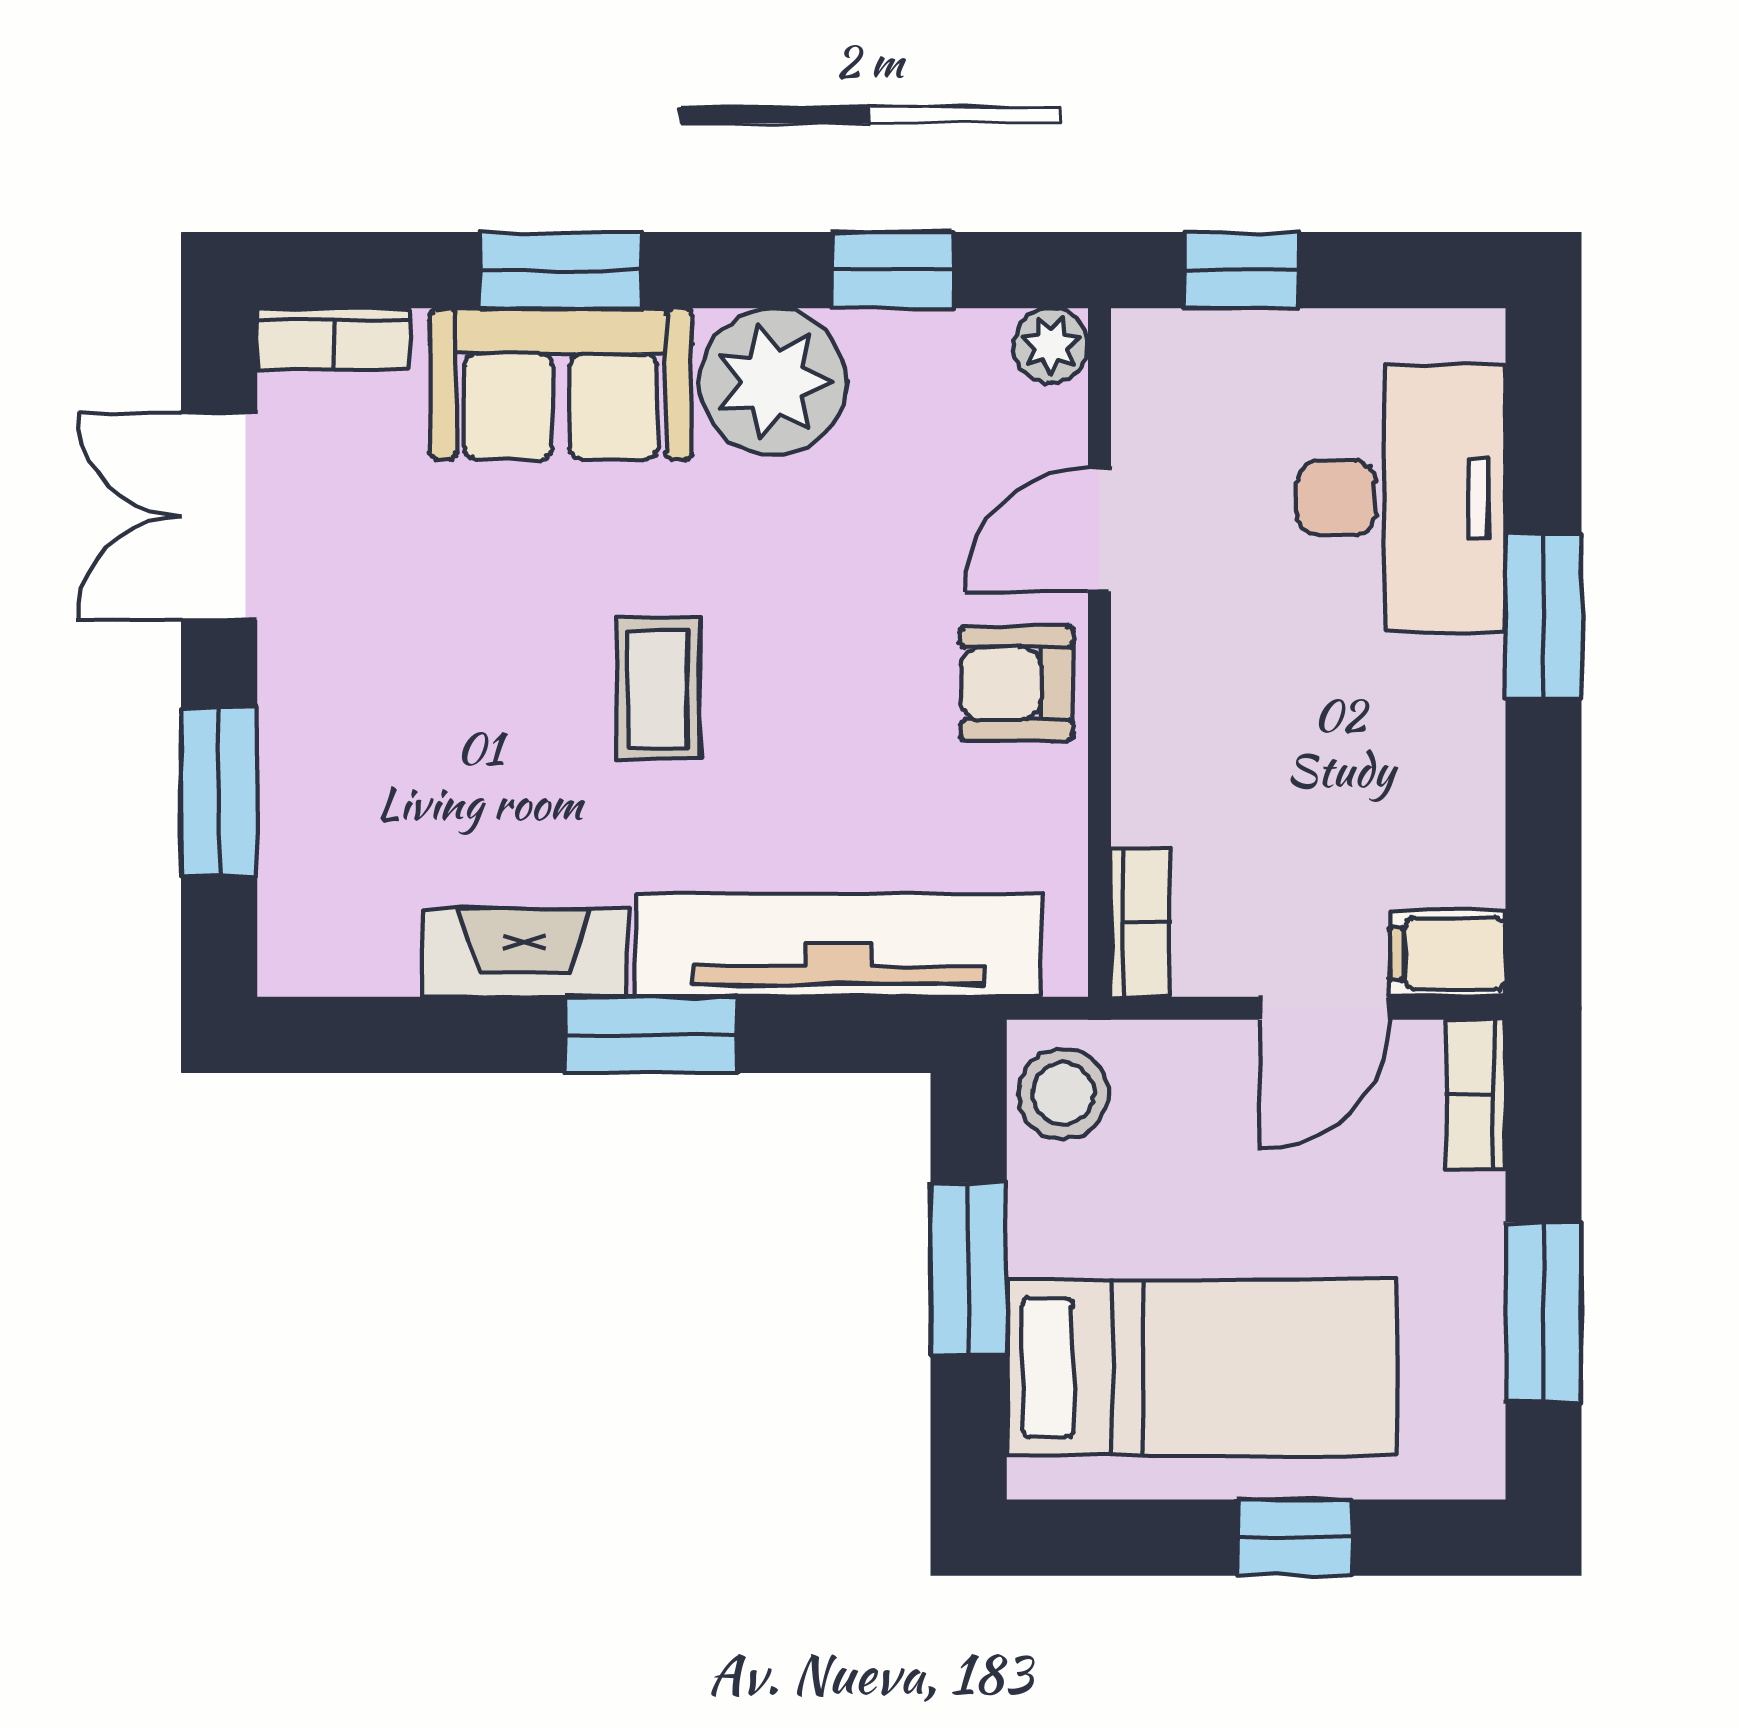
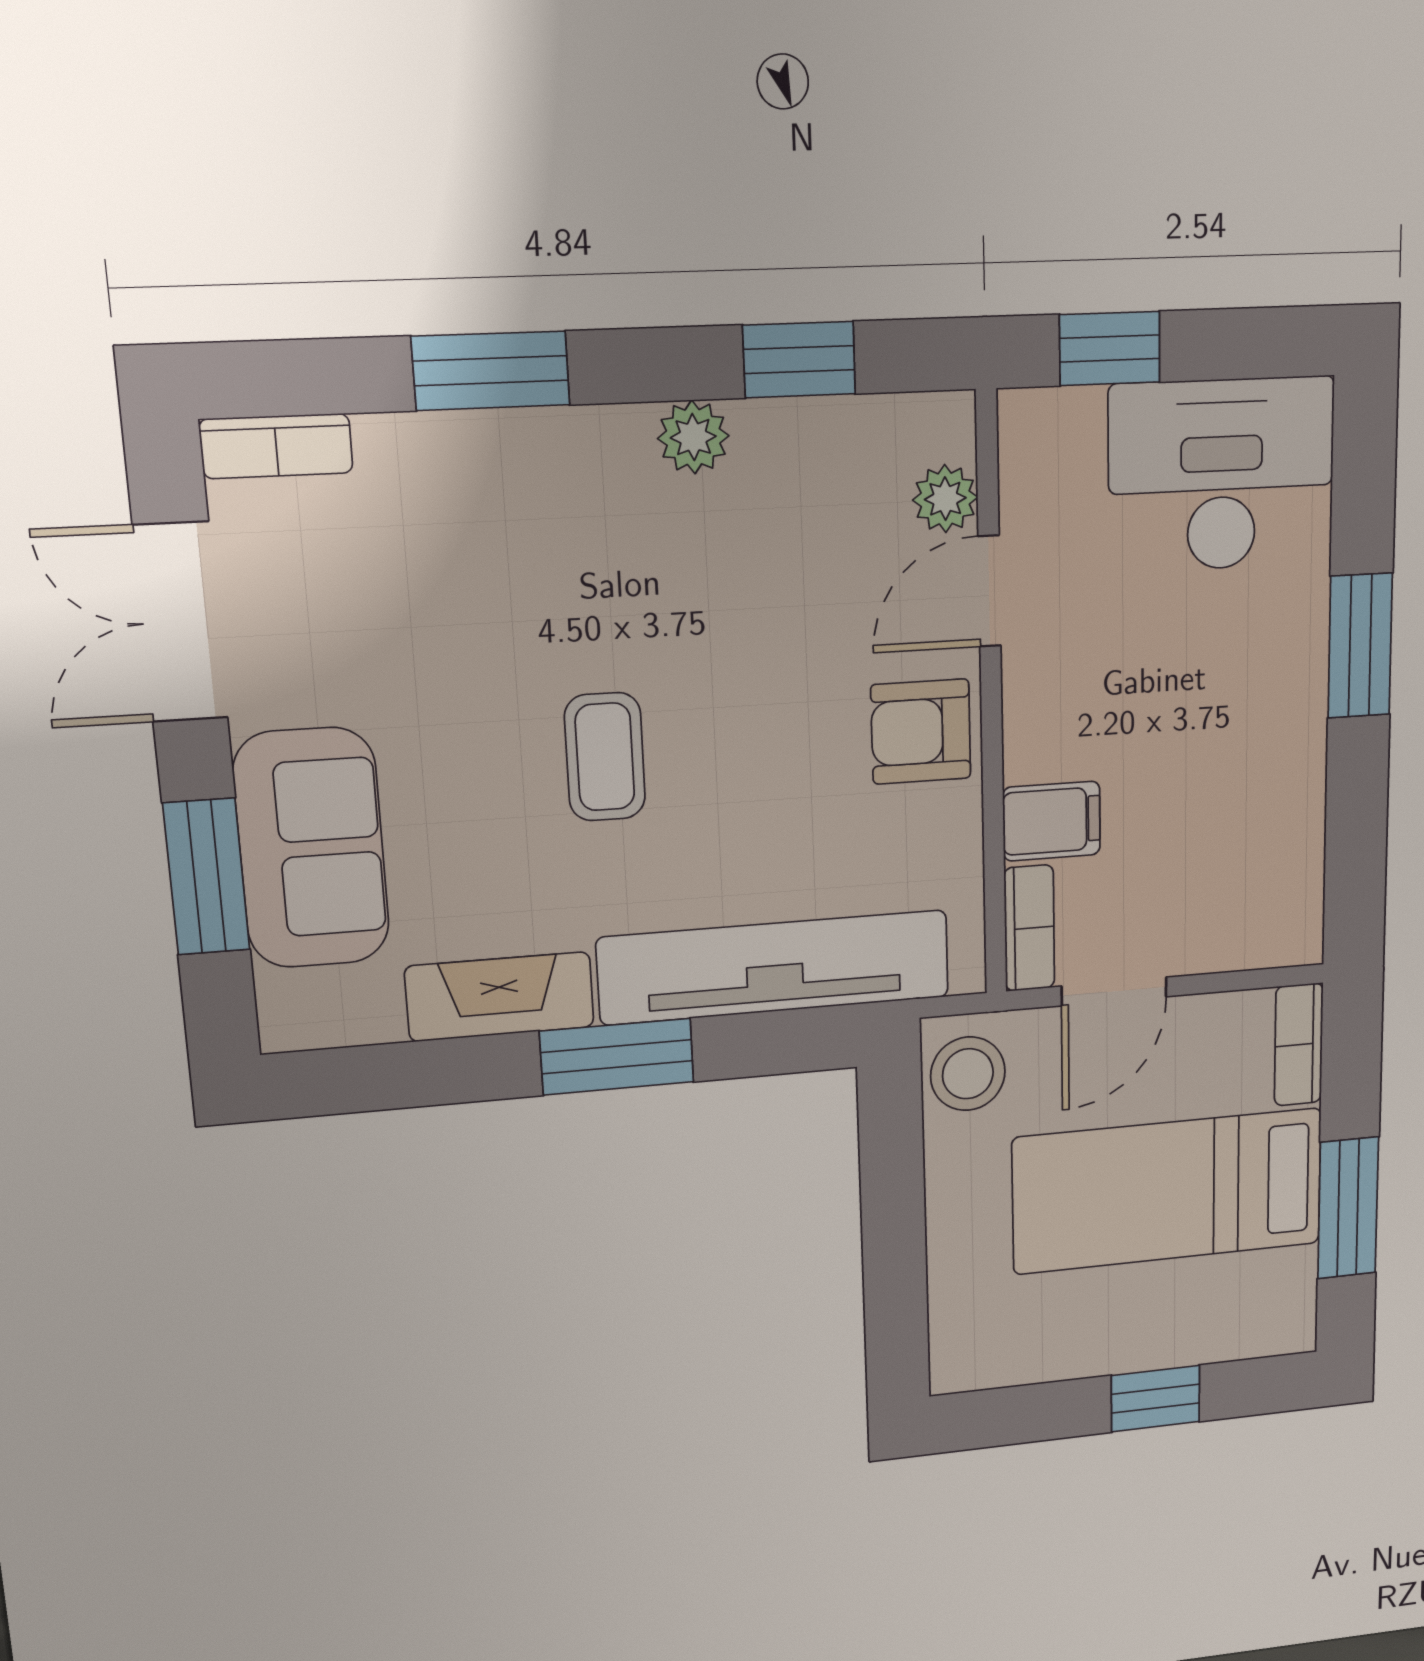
plant: (1051, 345) -> (945, 499), moved
plant: (773, 381) -> (693, 437), width x0.53, depth x0.53
sofa: (561, 384) -> (312, 848), moved, turned -90
desk: (1401, 498) -> (1222, 475), moved, turned -90
filing cabinet: (1448, 953) -> (1052, 821), moved, turned 180
door: (1324, 1008) -> (1114, 991), moved
window: (969, 1269) -> (894, 1221), removed
bed: (1202, 1368) -> (1168, 1191), moved, turned 180

